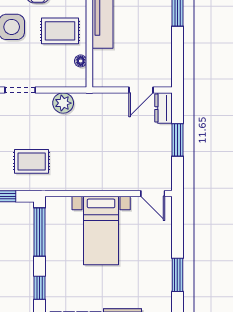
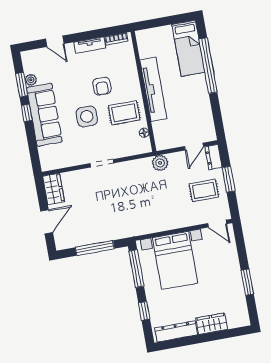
plant: (63, 103) -> (160, 163), moved
rug: (32, 161) -> (204, 190), moved
bed with nightstands: (101, 231) -> (175, 260), width x1.36

